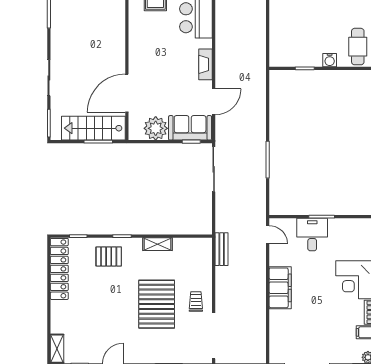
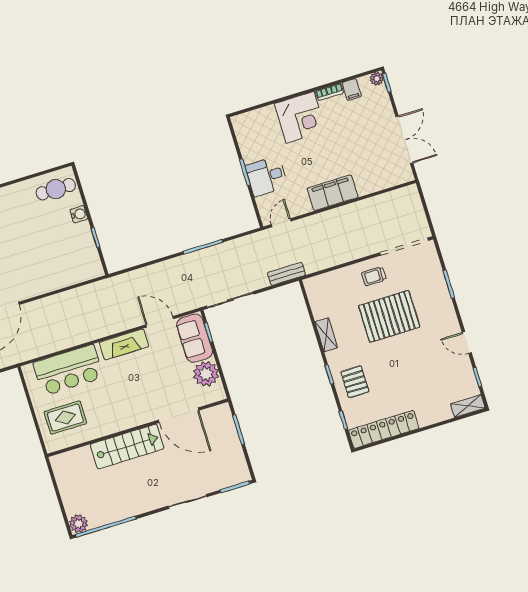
fireplace: (206, 64) -> (124, 344), width x1.37, depth x1.32
stairs: (93, 128) -> (127, 446), moved, turned -90
bench: (222, 249) -> (286, 274), moved

